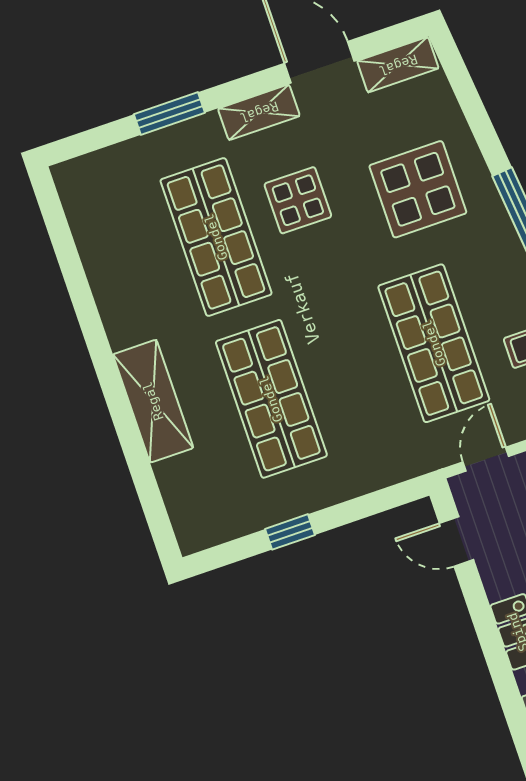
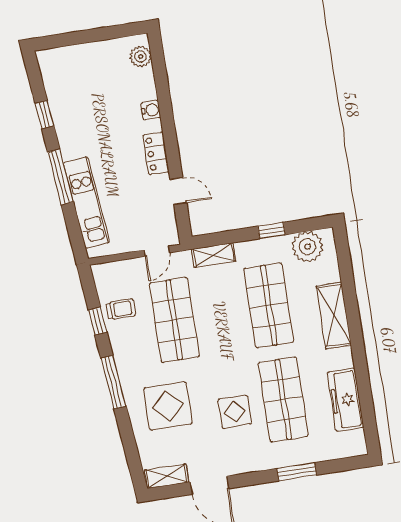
shelving: (259, 112) -> (214, 255), moved
freezer: (106, 256) -> (346, 400), added
plant: (221, 515) -> (307, 247), added
door: (456, 542) -> (178, 191), moved

